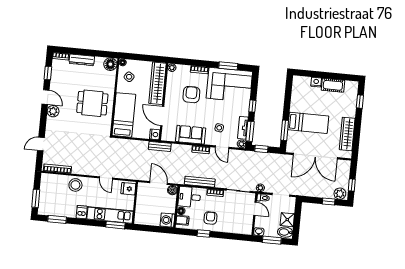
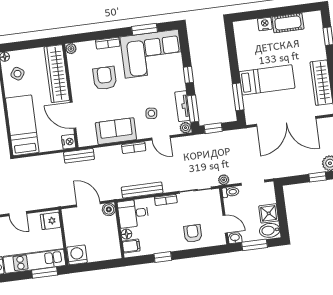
door: (255, 209) -> (225, 224), moved
armchair: (210, 218) -> (193, 233), moved
washing machine: (167, 220) -> (77, 255), moved, turned 90

